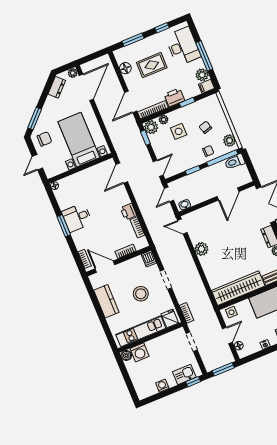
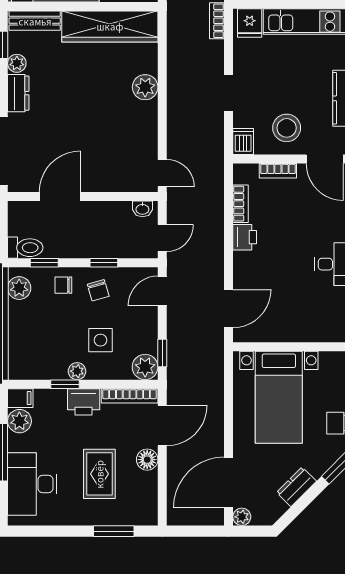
window: (162, 28) -> (55, 531), removed
rug: (152, 65) -> (99, 474), turned 90
floor lamp: (125, 68) -> (147, 460), moved
dresser: (57, 87) -> (296, 487), moved
plant: (164, 120) -> (77, 371), moved
chair: (205, 127) -> (98, 290), moved
window: (222, 158) -> (44, 263), width x0.46
plant: (201, 249) -> (145, 87), moved
stool: (141, 294) -> (287, 128), moved

